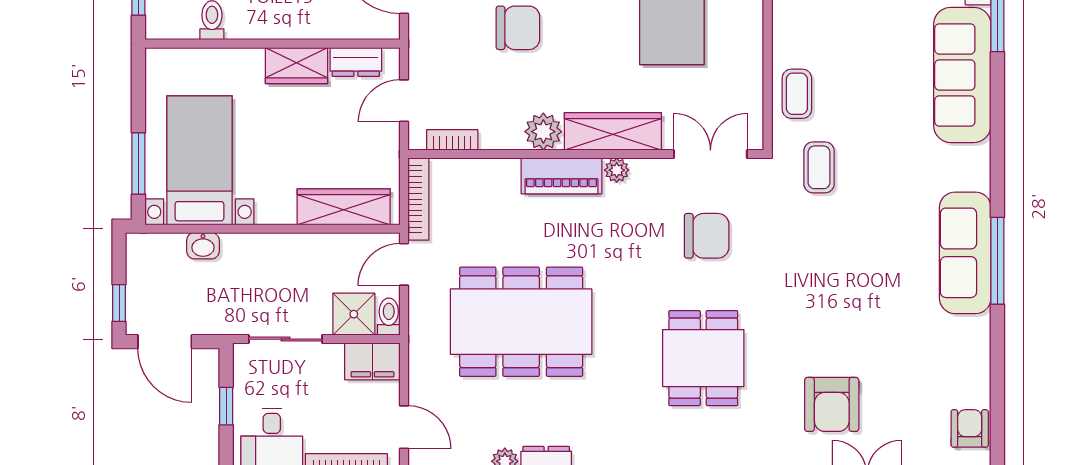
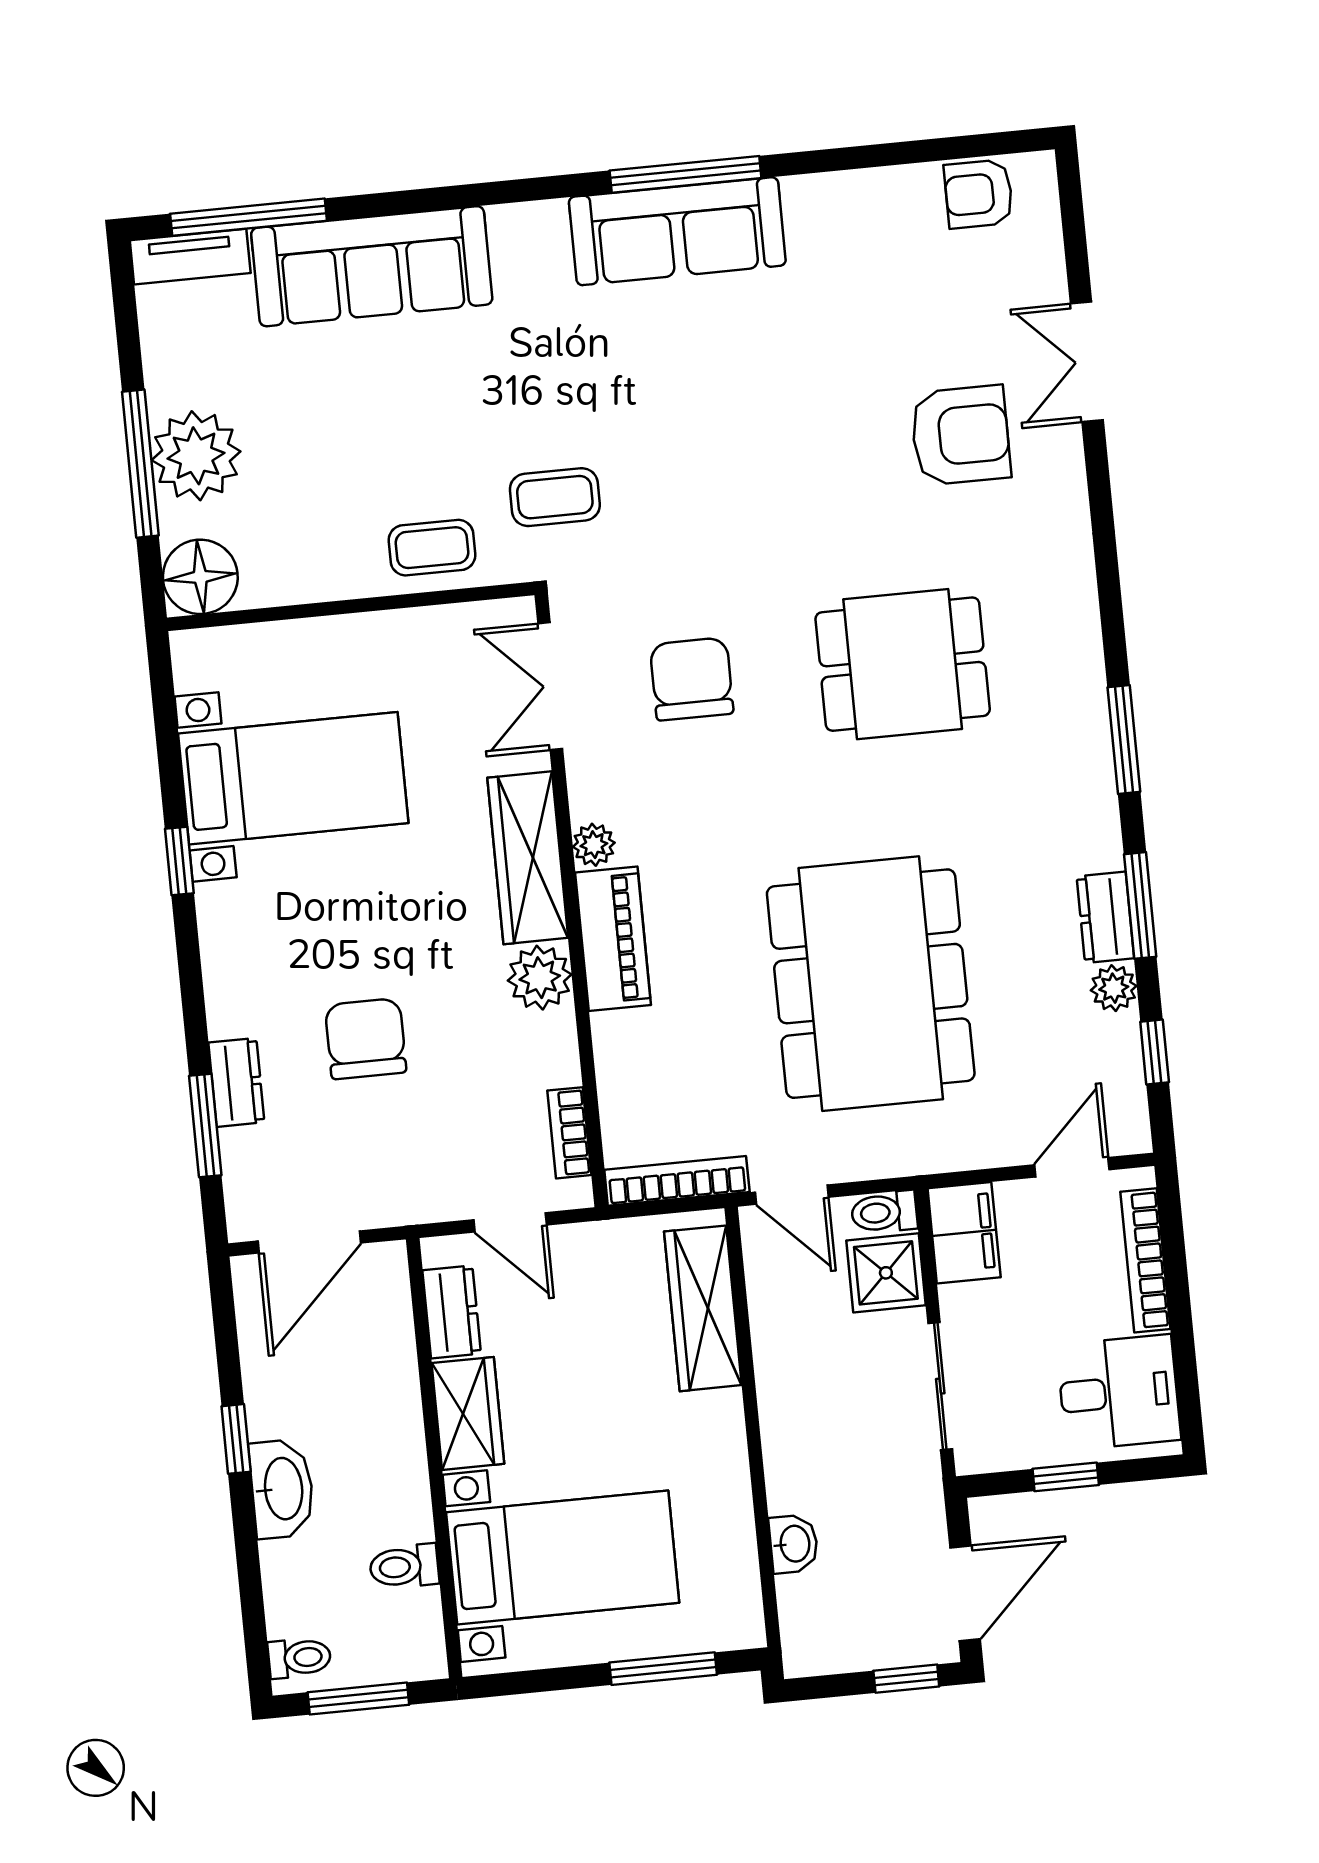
bed with nightstands: (199, 160) -> (563, 1557), moved, turned 180

